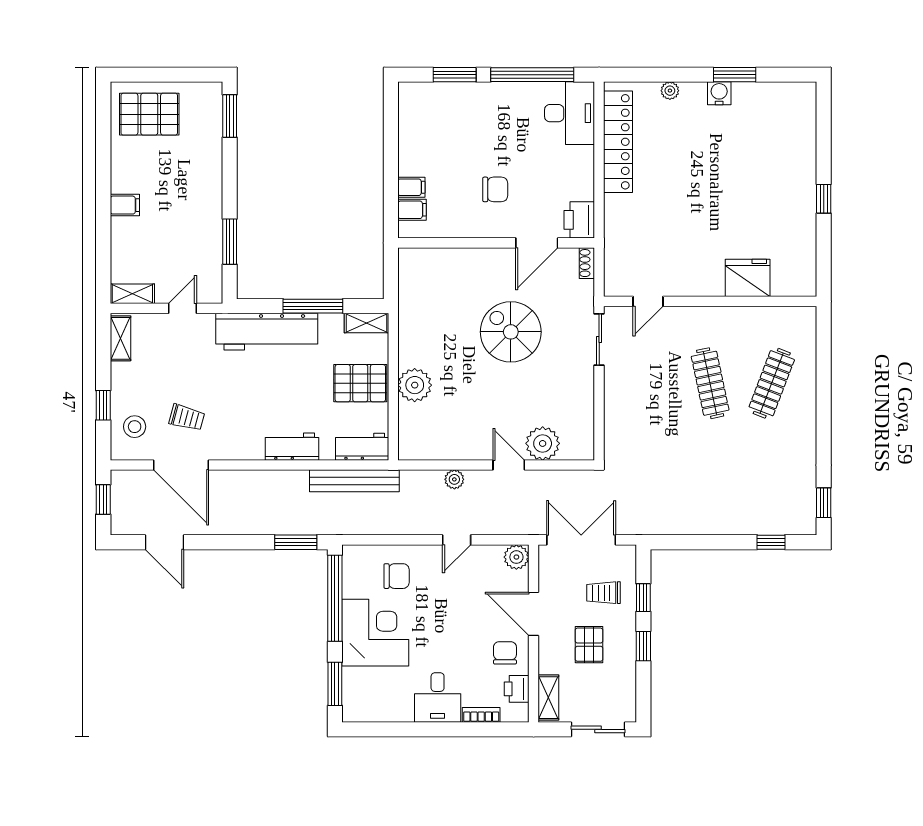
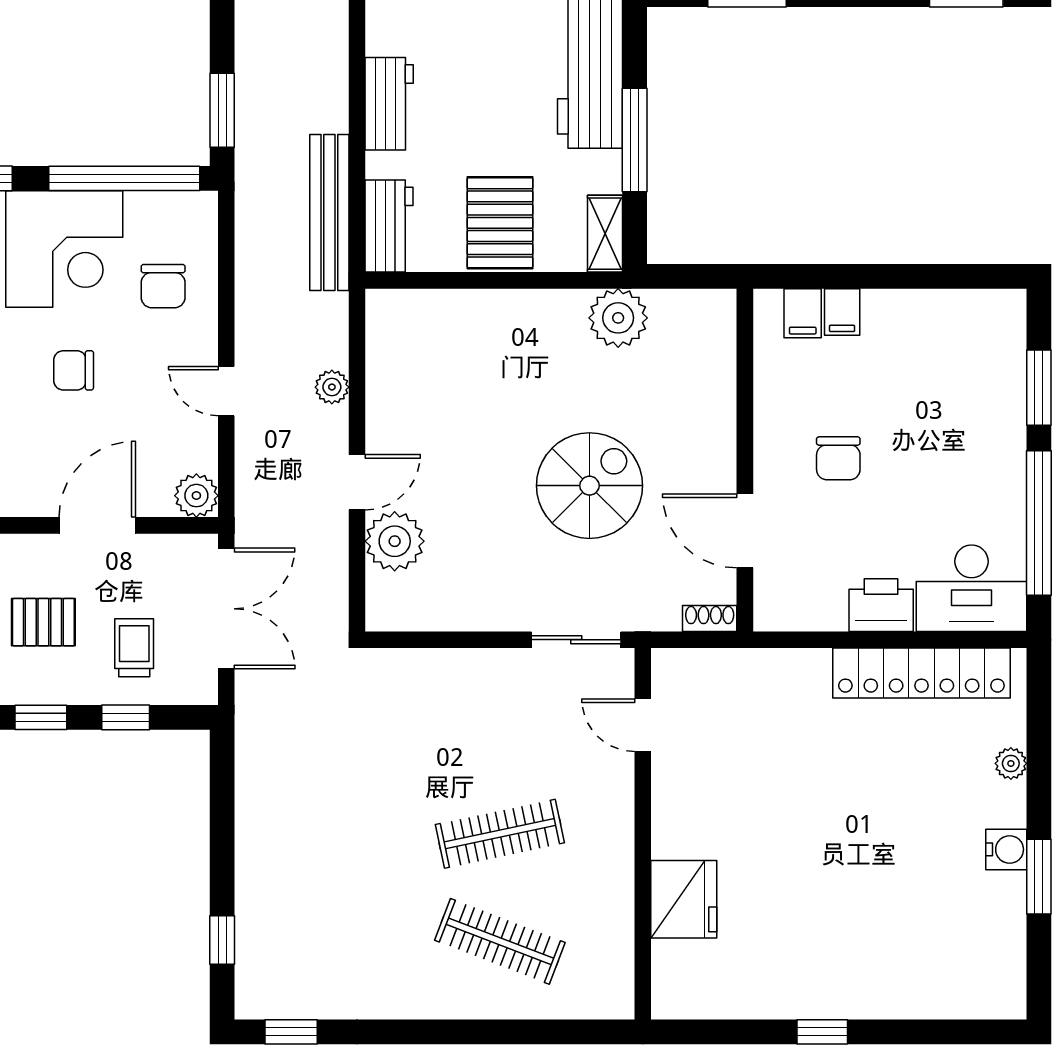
printer: (579, 220) -> (881, 605), moved
plant: (415, 385) -> (618, 318), moved
chair: (505, 653) -> (74, 370), moved, turned 180

